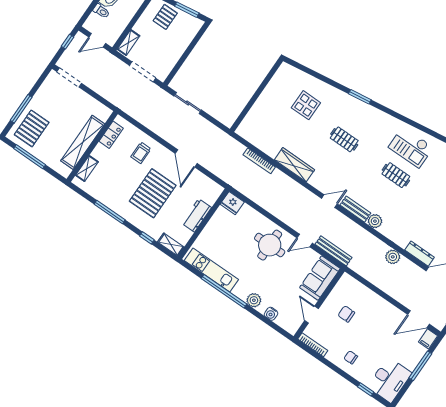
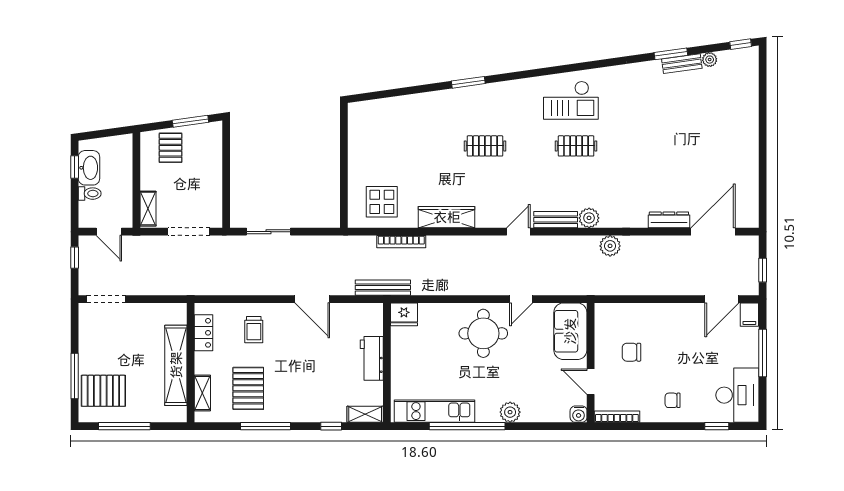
door: (97, 40) -> (109, 232), hinge flipped
display table: (306, 105) -> (382, 202), moved
pallet: (32, 128) -> (103, 391), turned 90
pallet: (153, 193) -> (248, 388), moved, width x0.73, depth x0.71
bench: (334, 251) -> (383, 288), moved
plant: (393, 257) -> (610, 246), moved
water cooler: (271, 314) -> (579, 414), moved

